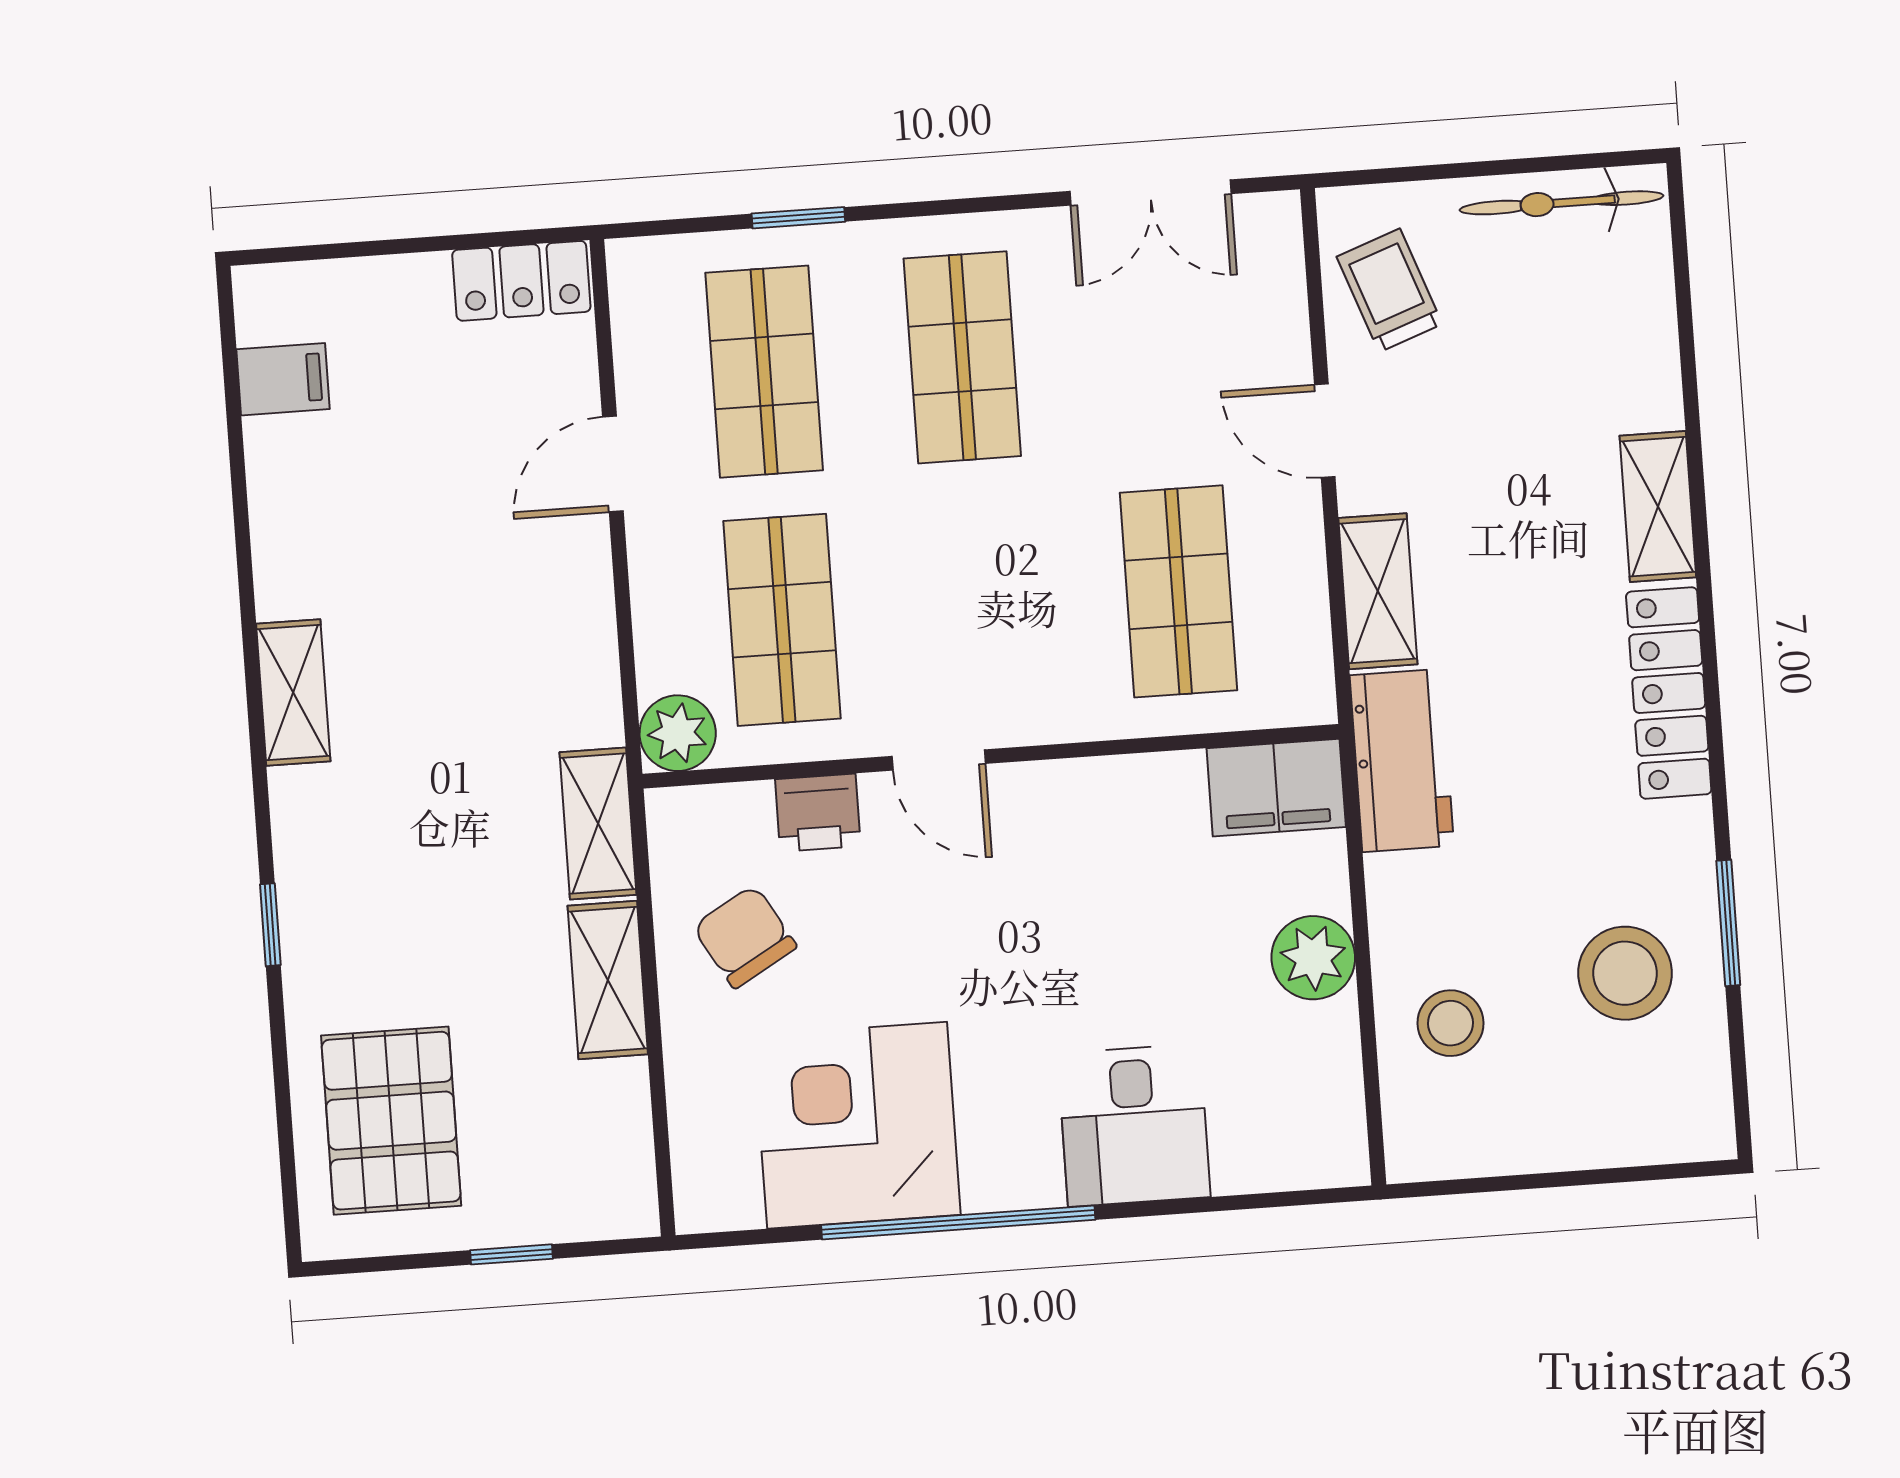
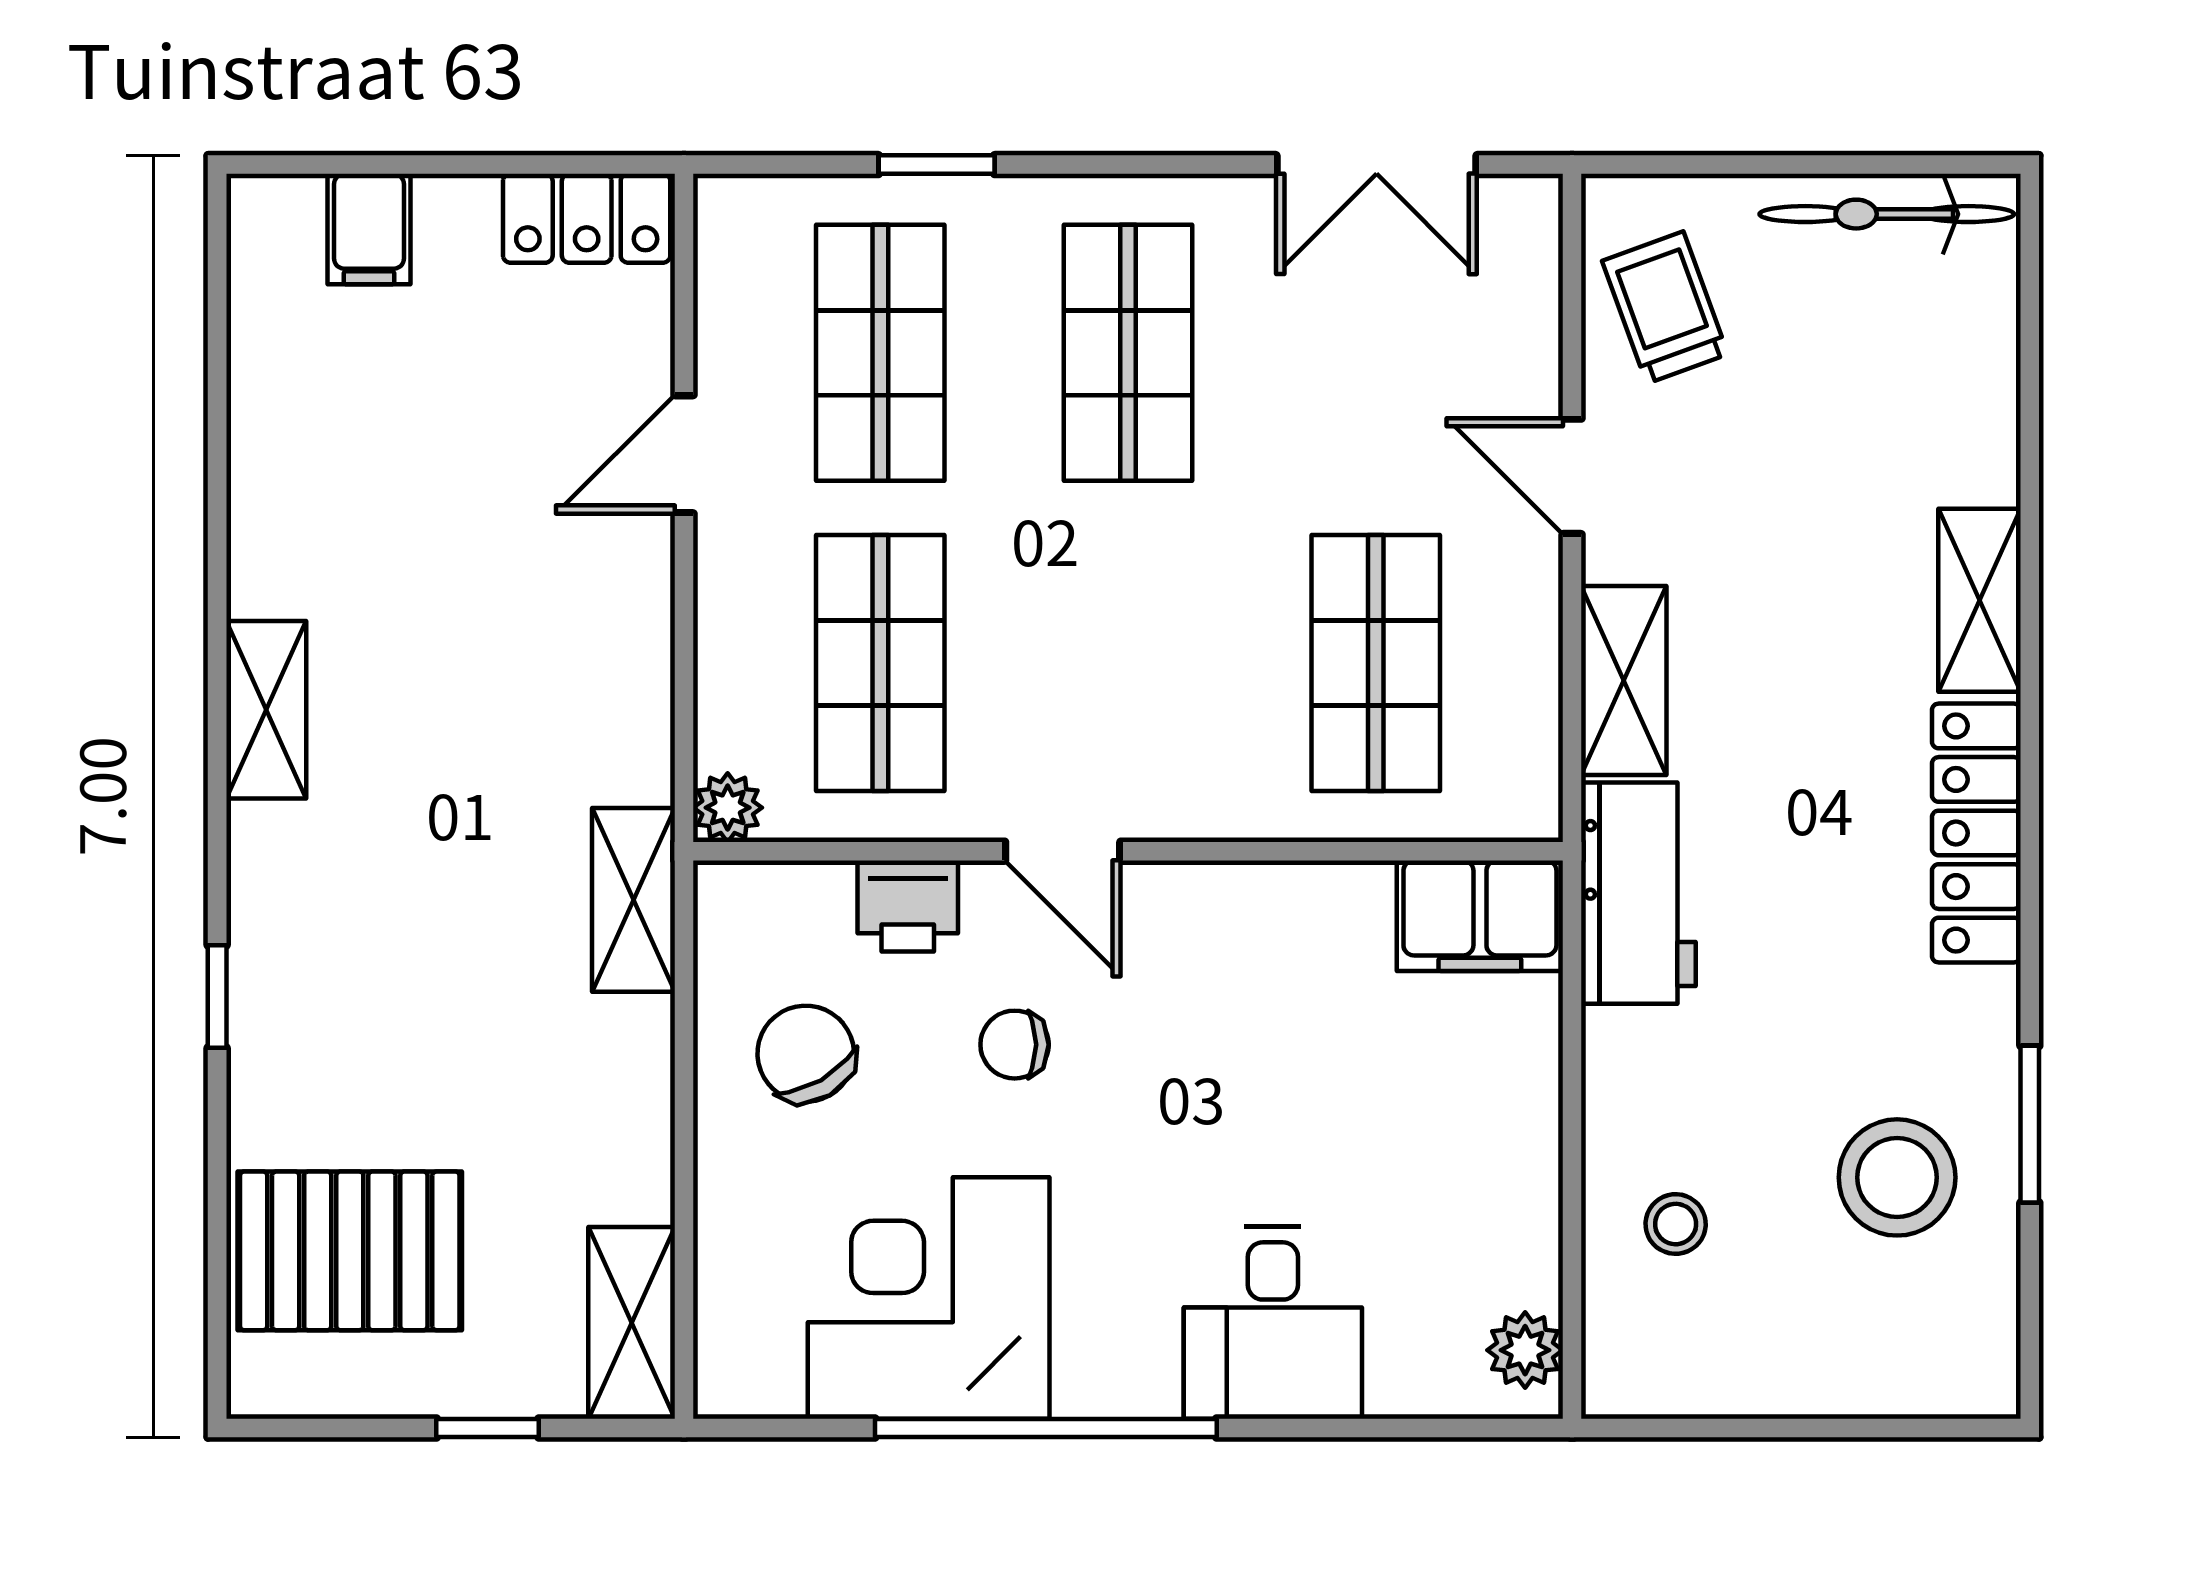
filing cabinet: (283, 379) -> (369, 229), moved, turned 90
plant: (678, 733) -> (728, 808), width x0.73, depth x0.73
chair: (911, 917) -> (1015, 1045), added
plant: (1313, 958) -> (1525, 1350), moved, width x0.73, depth x0.73
shelving: (608, 980) -> (632, 1323), moved
stool: (1450, 1023) -> (1676, 1224), width x0.73, depth x0.73
pallet: (391, 1121) -> (350, 1251), turned 90

